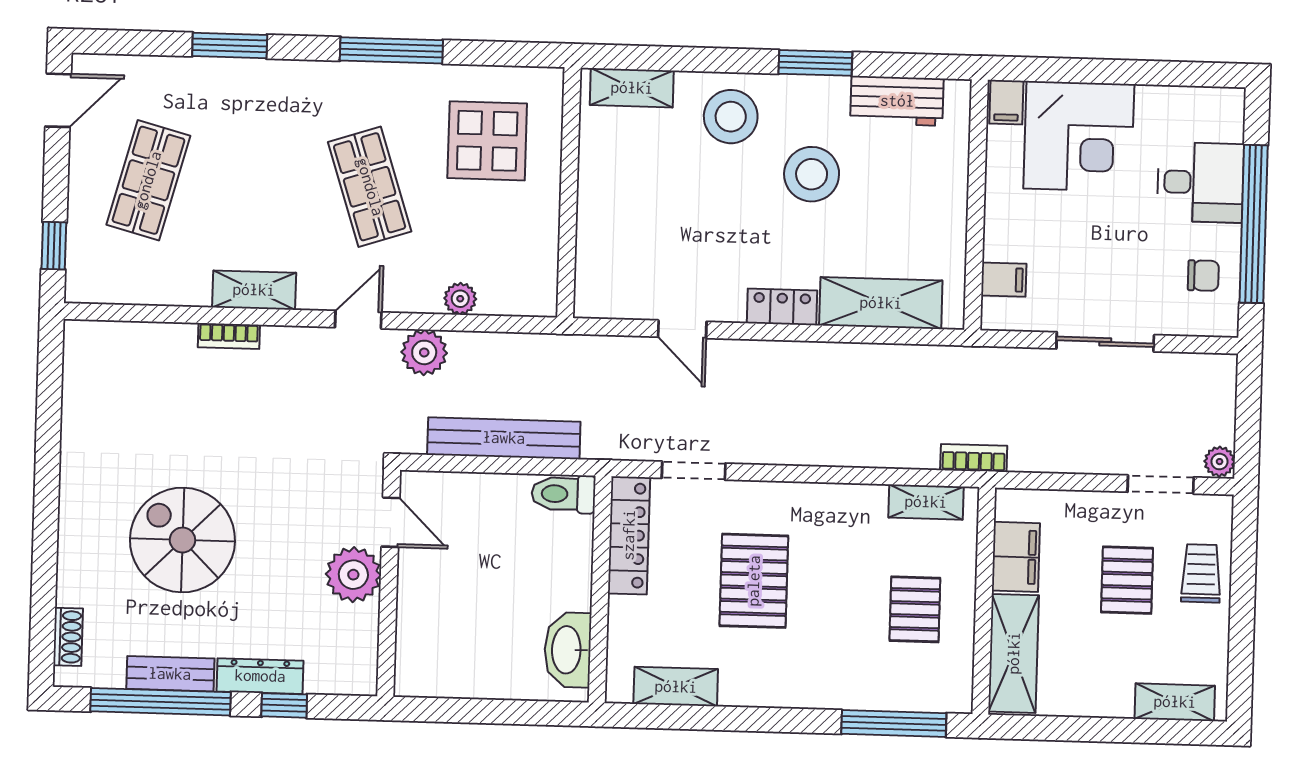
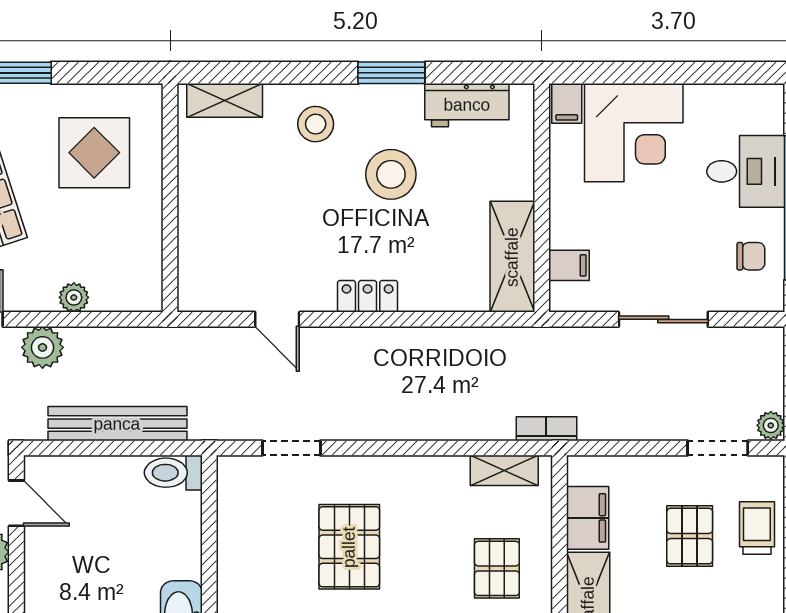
stool: (731, 117) -> (316, 124), width x0.73, depth x0.73
shelving: (881, 303) -> (512, 257), moved, turned 90
locker: (629, 535) -> (234, 509), removed

